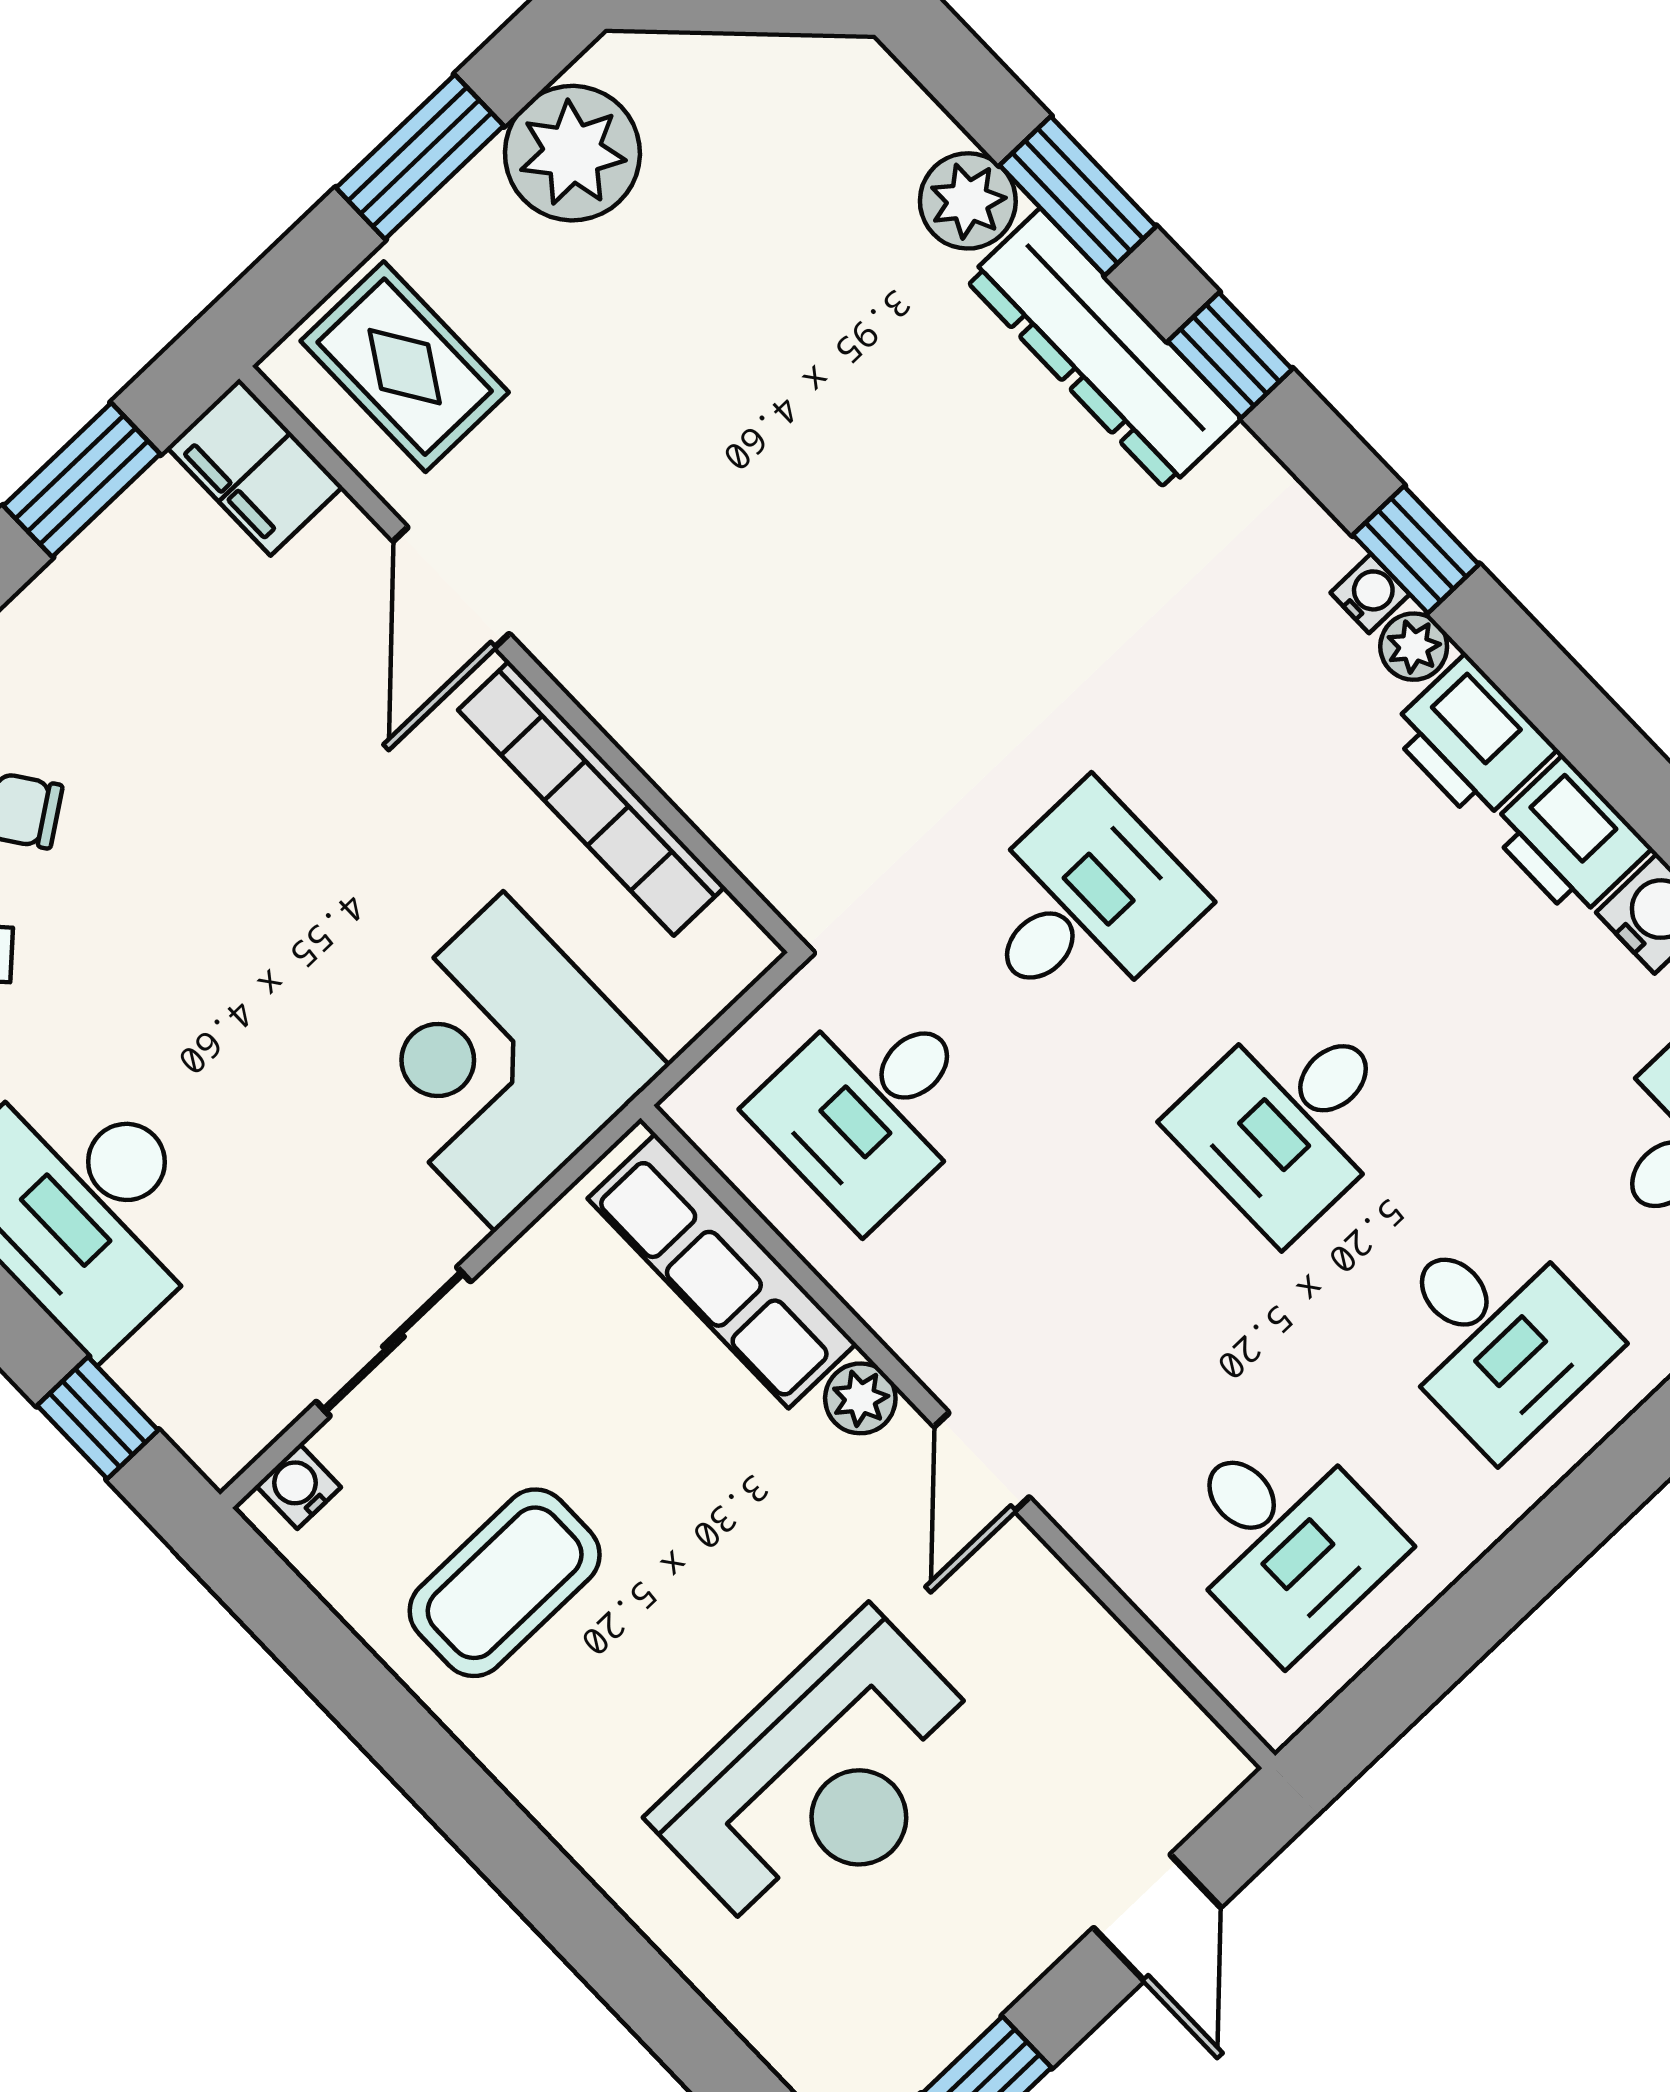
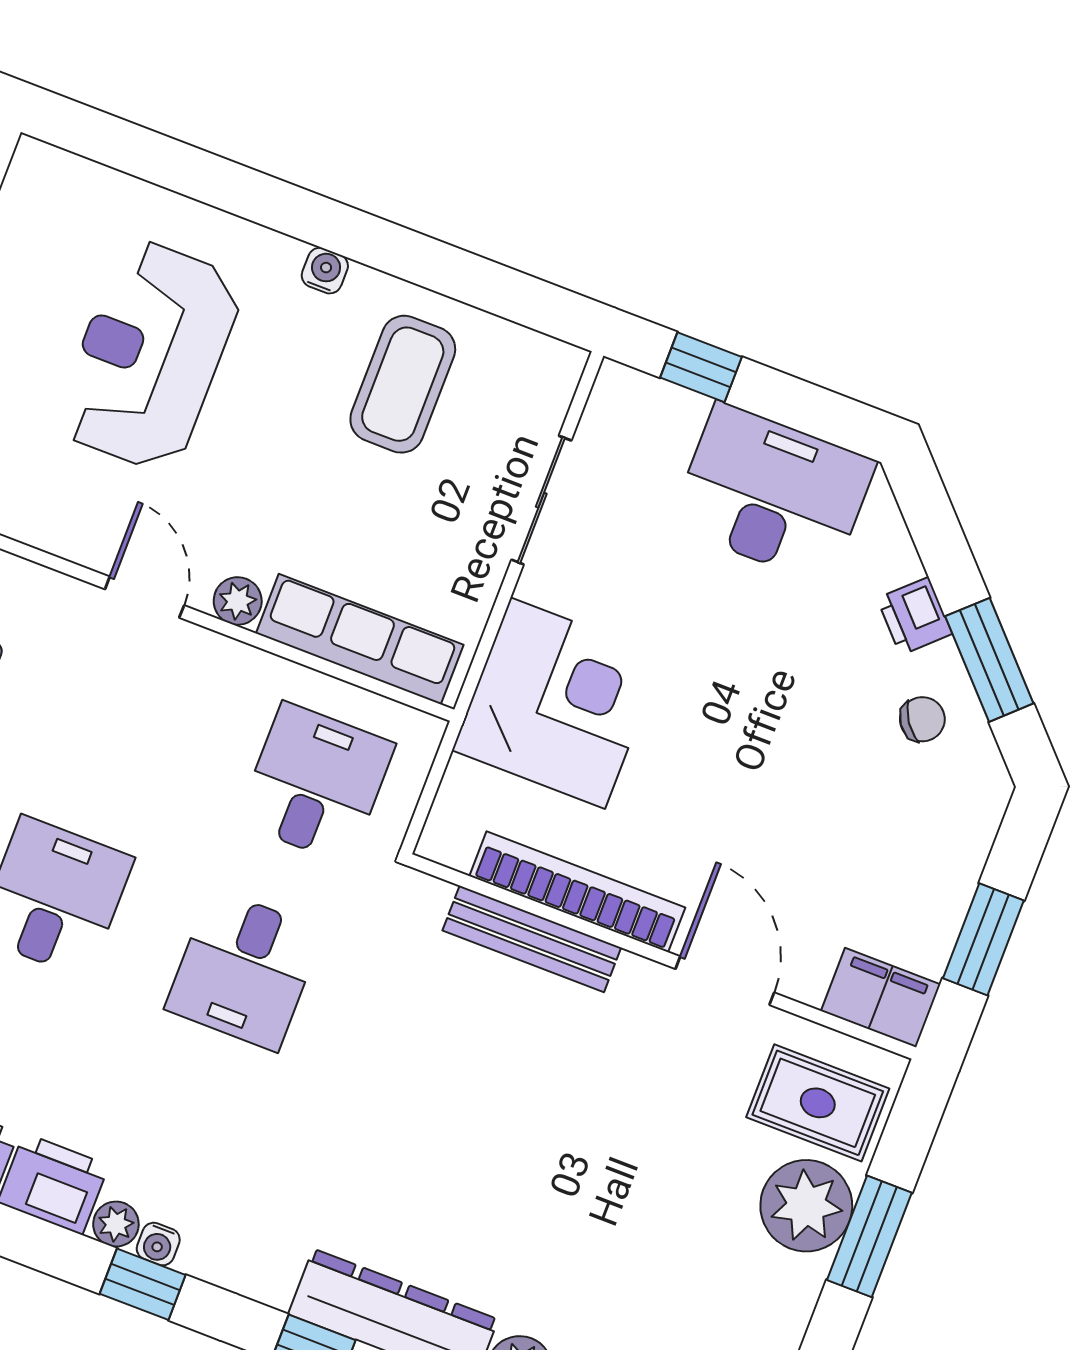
plant: (572, 153) -> (806, 1206), moved
bench: (682, 764) -> (532, 939), added
water cooler: (298, 1486) -> (325, 271), moved, turned -90

